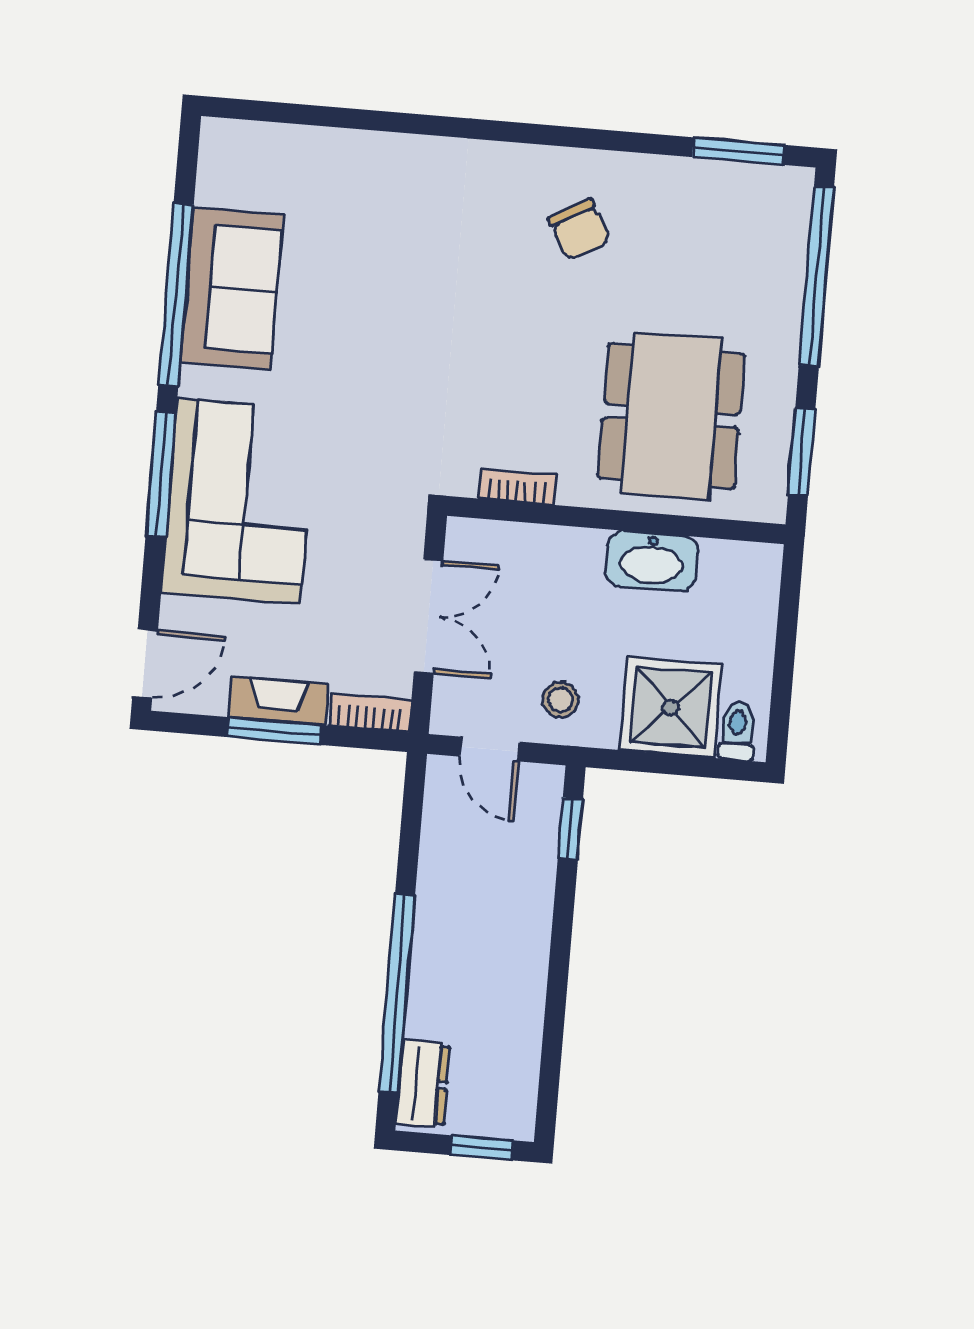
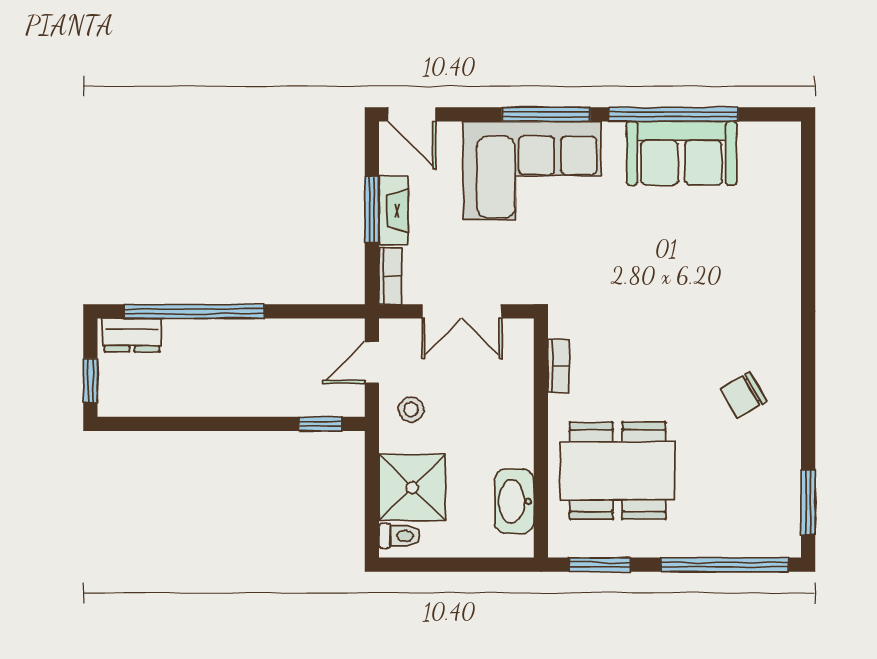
washbasin: (652, 561) -> (514, 501), moved

